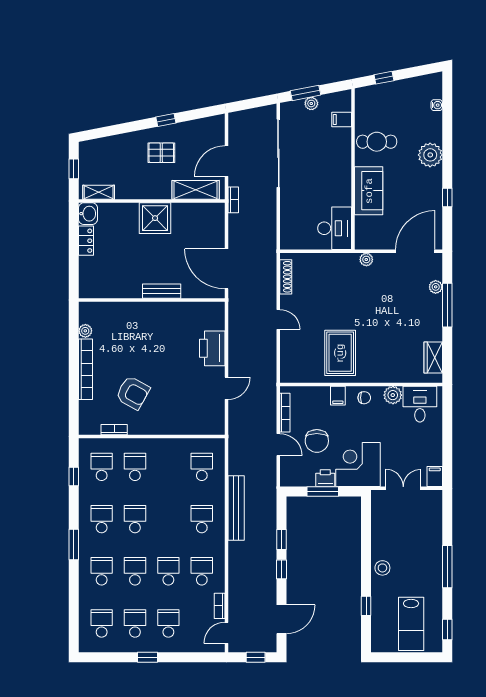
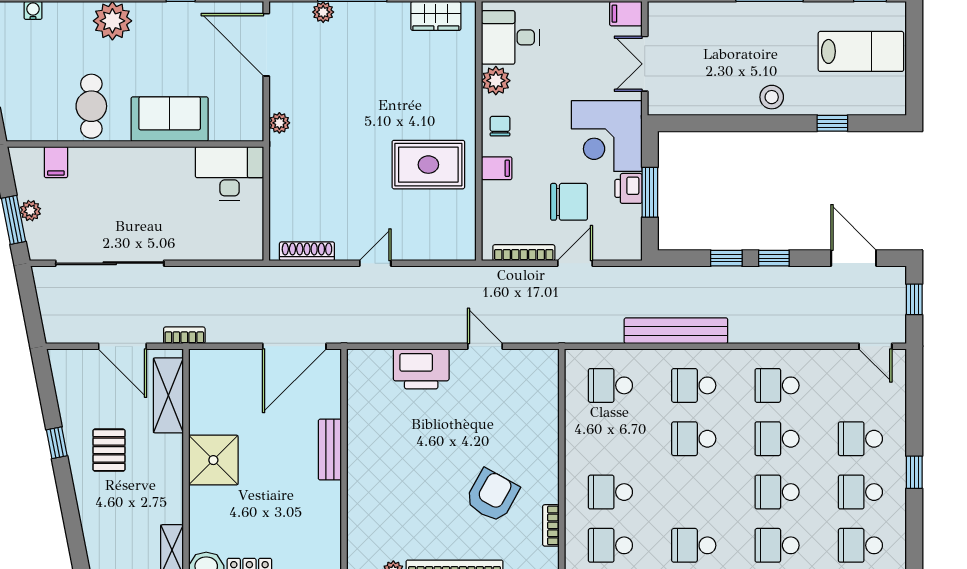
school desk: (135, 519) -> (694, 439), moved
bookcase: (220, 606) -> (832, 357), removed

